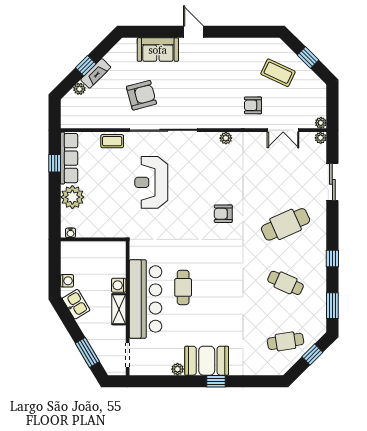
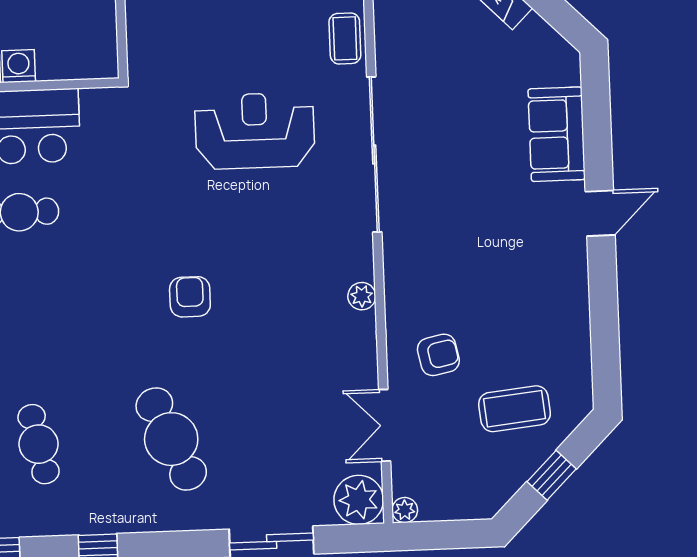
coffee table: (278, 73) -> (515, 409), turned 59
armchair: (141, 95) -> (452, 101), removed
armchair: (253, 105) -> (438, 355), turned 78
plant: (321, 138) -> (359, 500), width x1.88, depth x1.88
cafe table: (286, 283) -> (39, 444), turned -36

